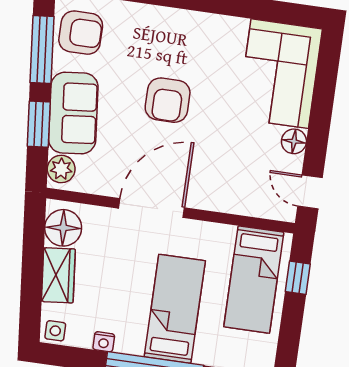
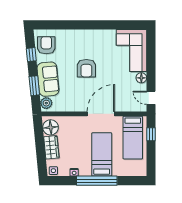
armchair: (81, 33) -> (46, 45), turned -90
window: (42, 50) -> (31, 55), width x0.46
door: (152, 208) -> (101, 114), moved

